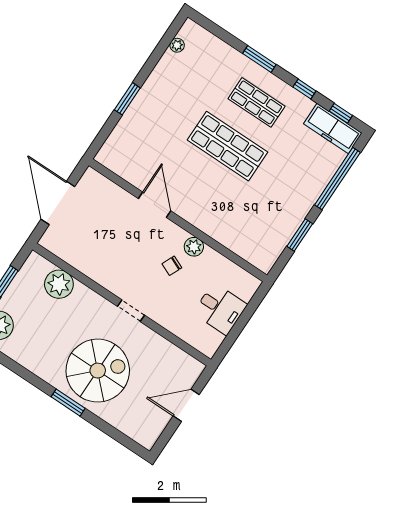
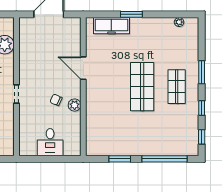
freezer: (333, 128) -> (111, 26), moved, turned -90
door: (155, 205) -> (83, 68), swing flipped

